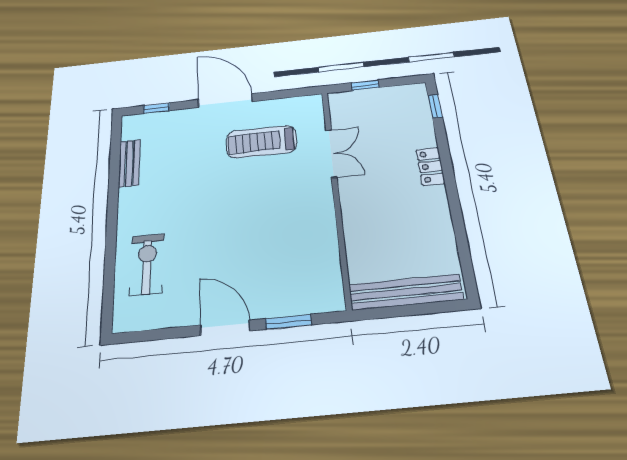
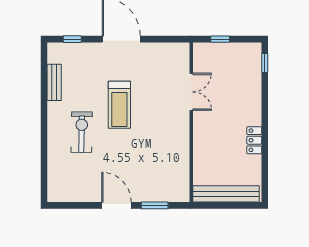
treadmill: (261, 142) -> (119, 105), moved, turned -90
locker: (430, 166) -> (254, 140), moved
exercise bike: (147, 264) -> (82, 132), moved

